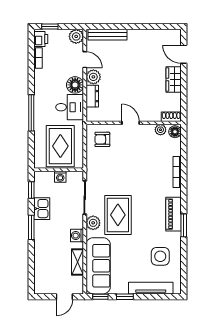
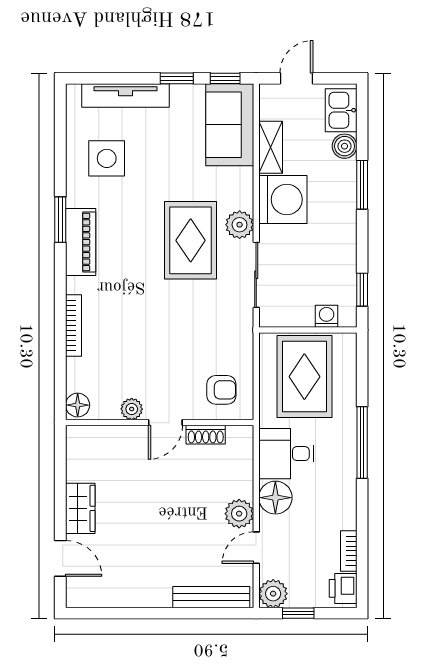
window: (50, 27) -> (298, 613), moved
door: (85, 60) -> (256, 548), hinge flipped
dresser: (92, 96) -> (241, 475), removed
shoe rack: (171, 117) -> (206, 435), moved
door: (131, 123) -> (165, 423), hinge flipped
plant: (160, 130) -> (132, 409), moved
washing machine: (60, 177) -> (327, 316), moved
kitchen sink: (42, 209) -> (341, 110), moved
window: (31, 227) -> (362, 185), moved
washing machine: (77, 236) -> (283, 200), width x1.89, depth x1.89
boiler: (40, 263) -> (345, 146), added
sofa: (98, 266) -> (230, 125), width x0.73

